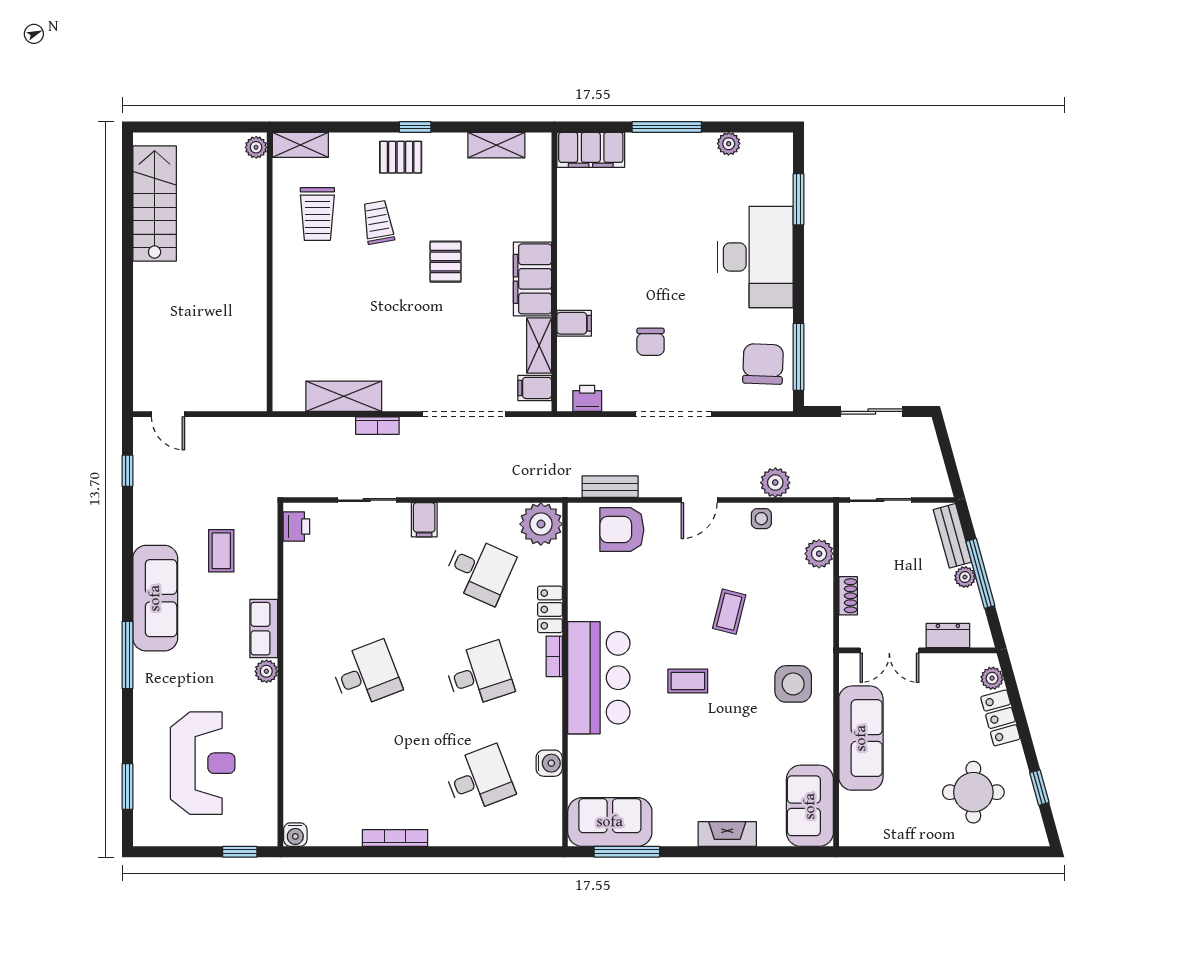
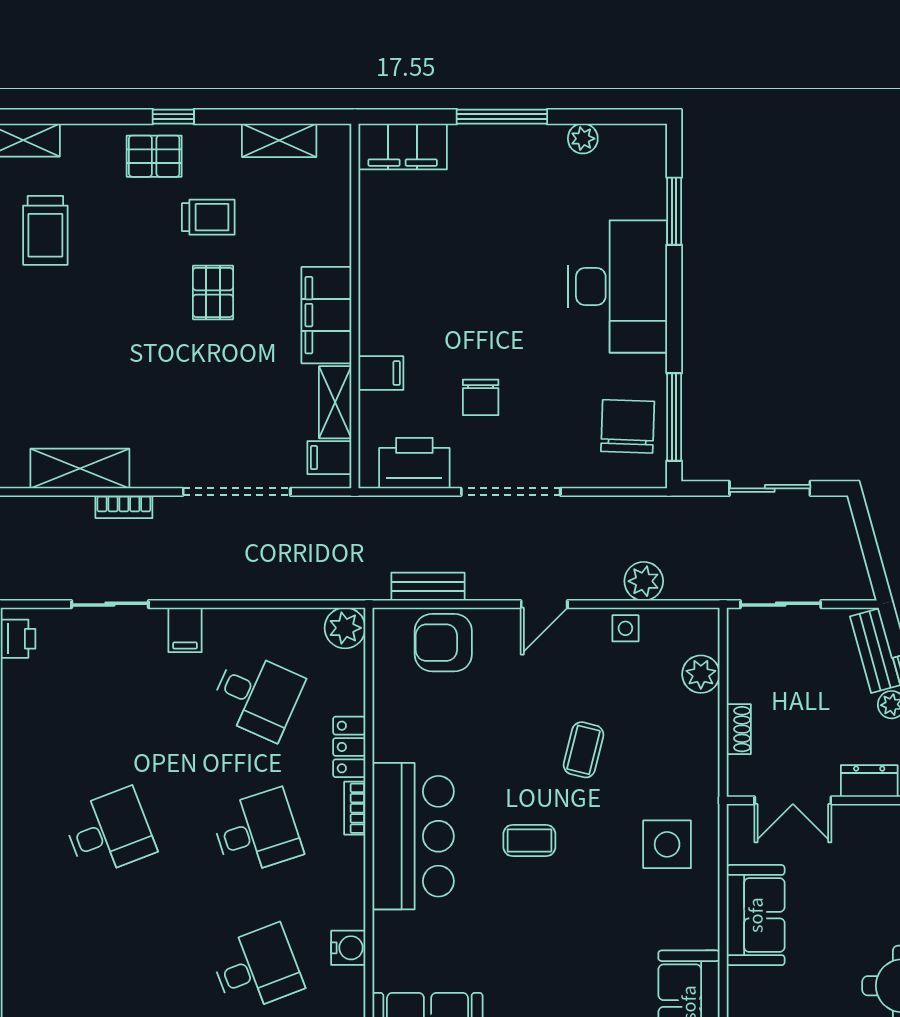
trolley: (378, 222) -> (208, 217), moved, turned 100
printer: (587, 398) -> (414, 463), width x1.87, depth x1.48
plant: (541, 524) -> (345, 628), width x0.73, depth x0.73
sofa: (861, 738) -> (756, 915), width x0.73

